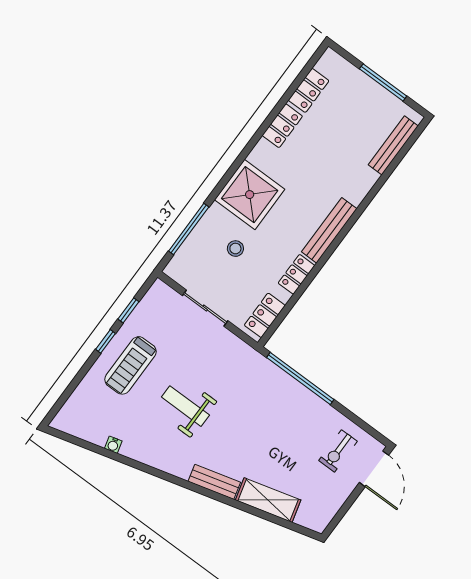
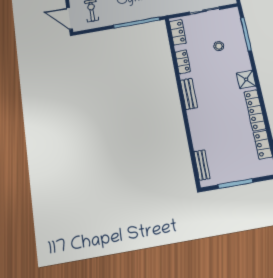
locker: (282, 126) -> (255, 110), width x1.53
bench: (393, 145) -> (202, 165), width x0.73
shower: (250, 195) -> (246, 79), width x0.54, depth x0.54
bench: (329, 230) -> (189, 94), width x0.73

